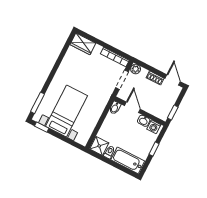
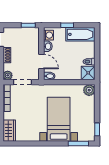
door: (132, 107) -> (41, 62), swing flipped
bed with nightstands: (67, 111) -> (59, 119), moved, turned 90
plant: (82, 139) -> (89, 90), added
bathtub: (128, 160) -> (80, 34), moved, turned -90

